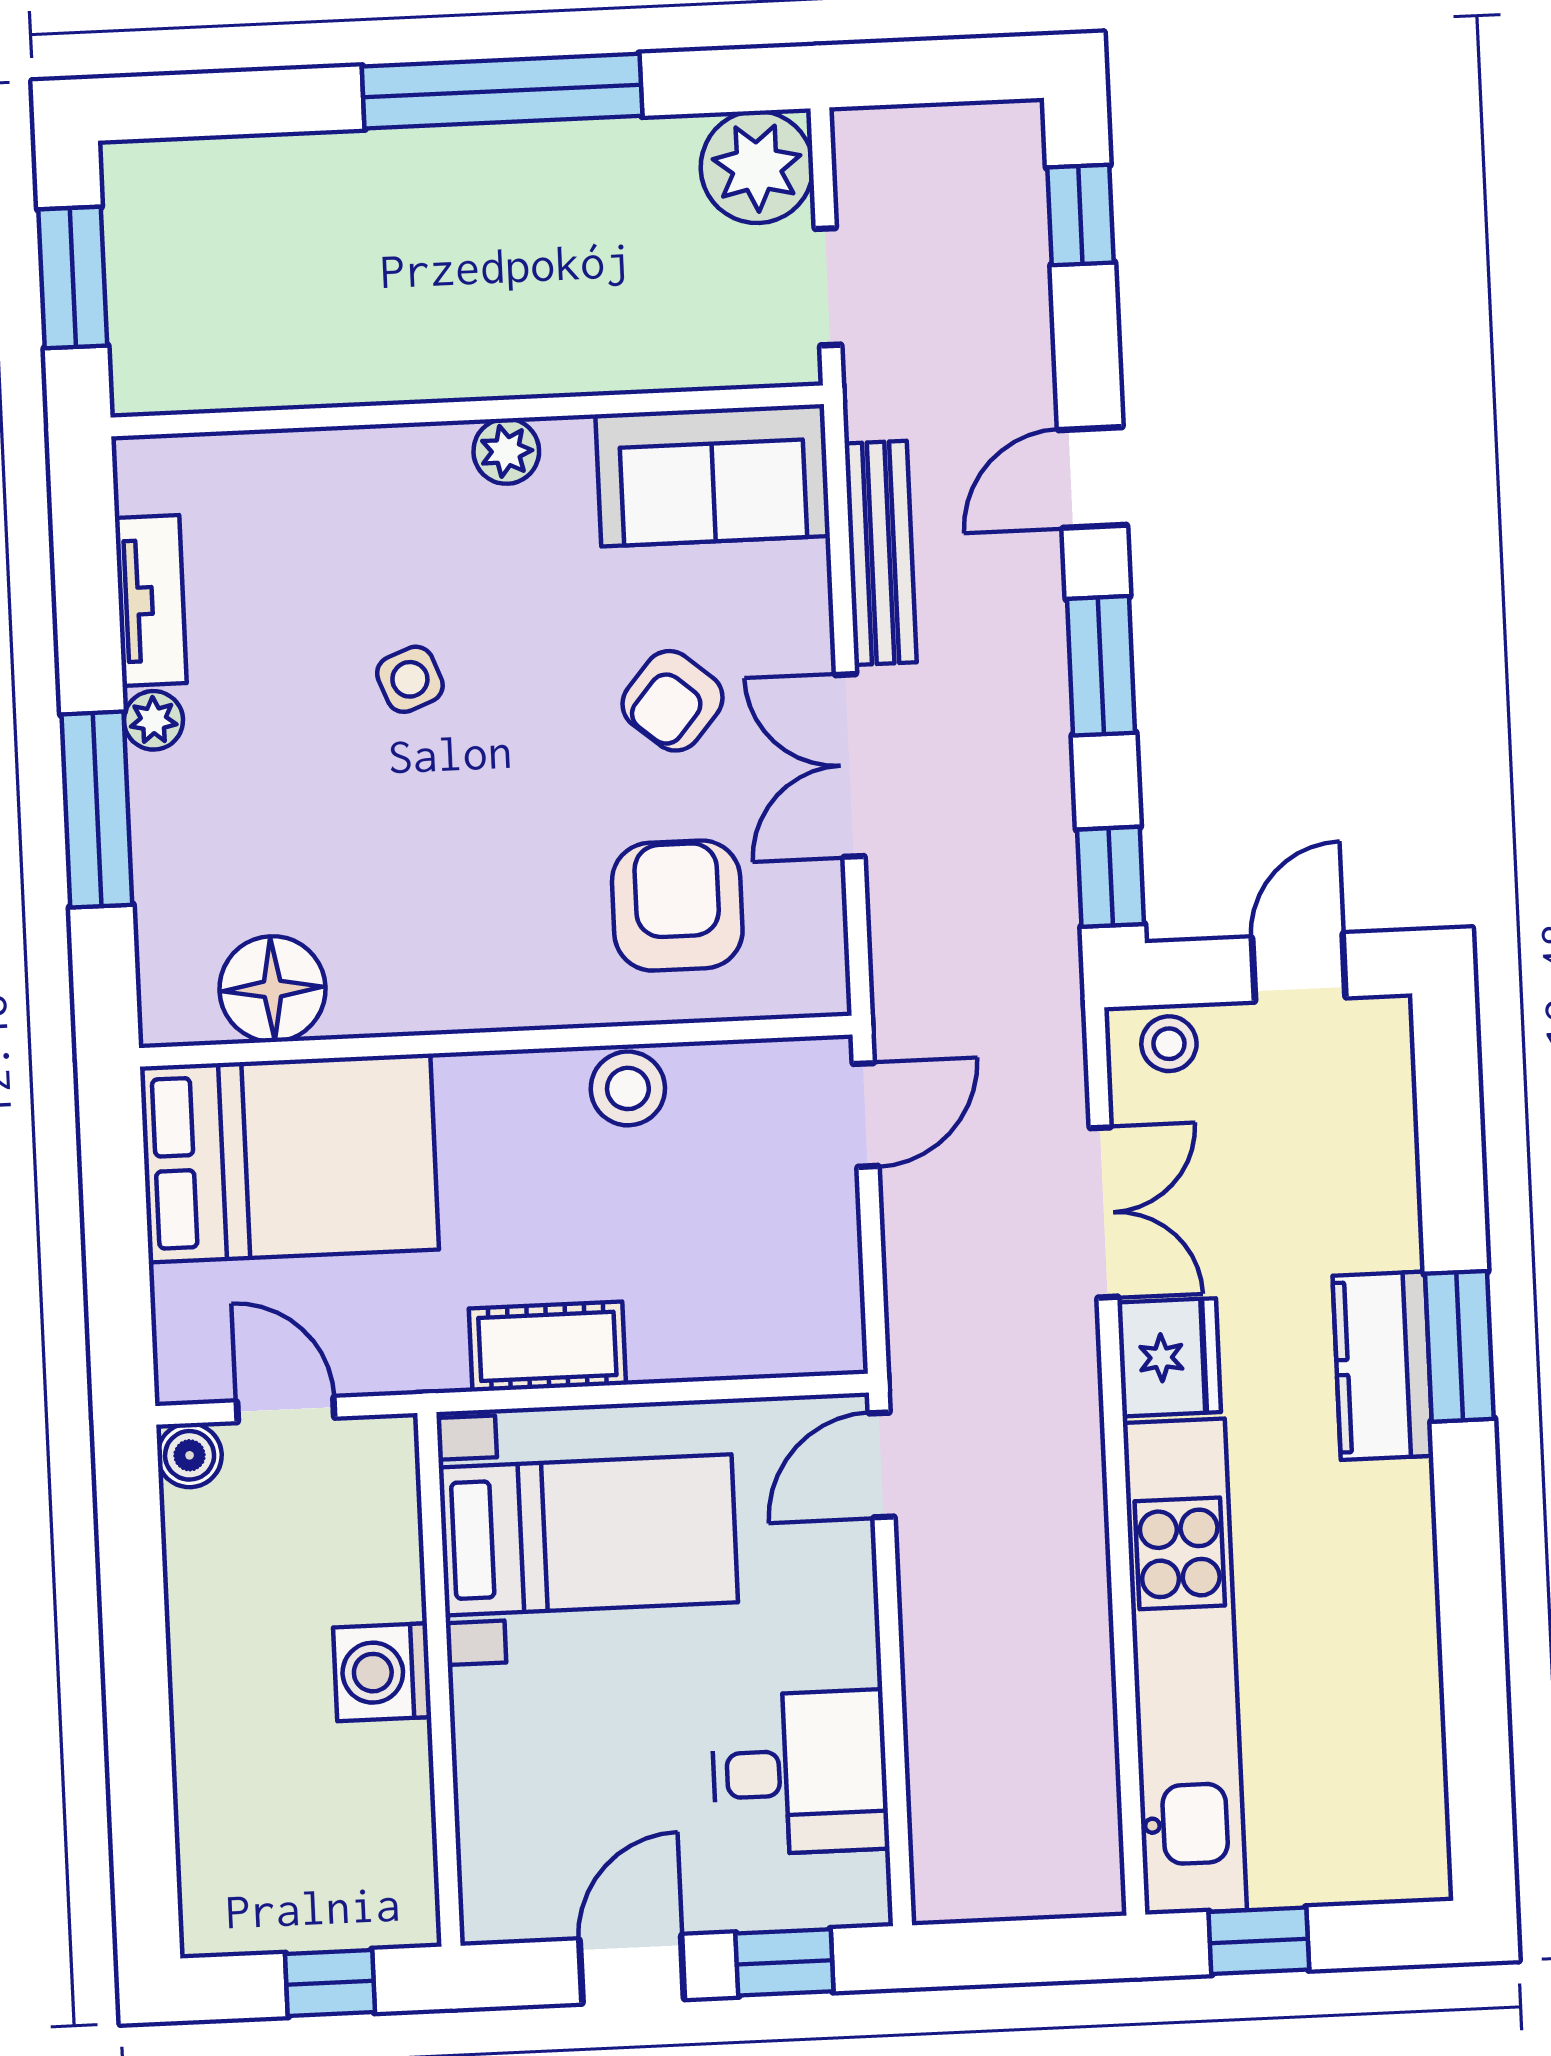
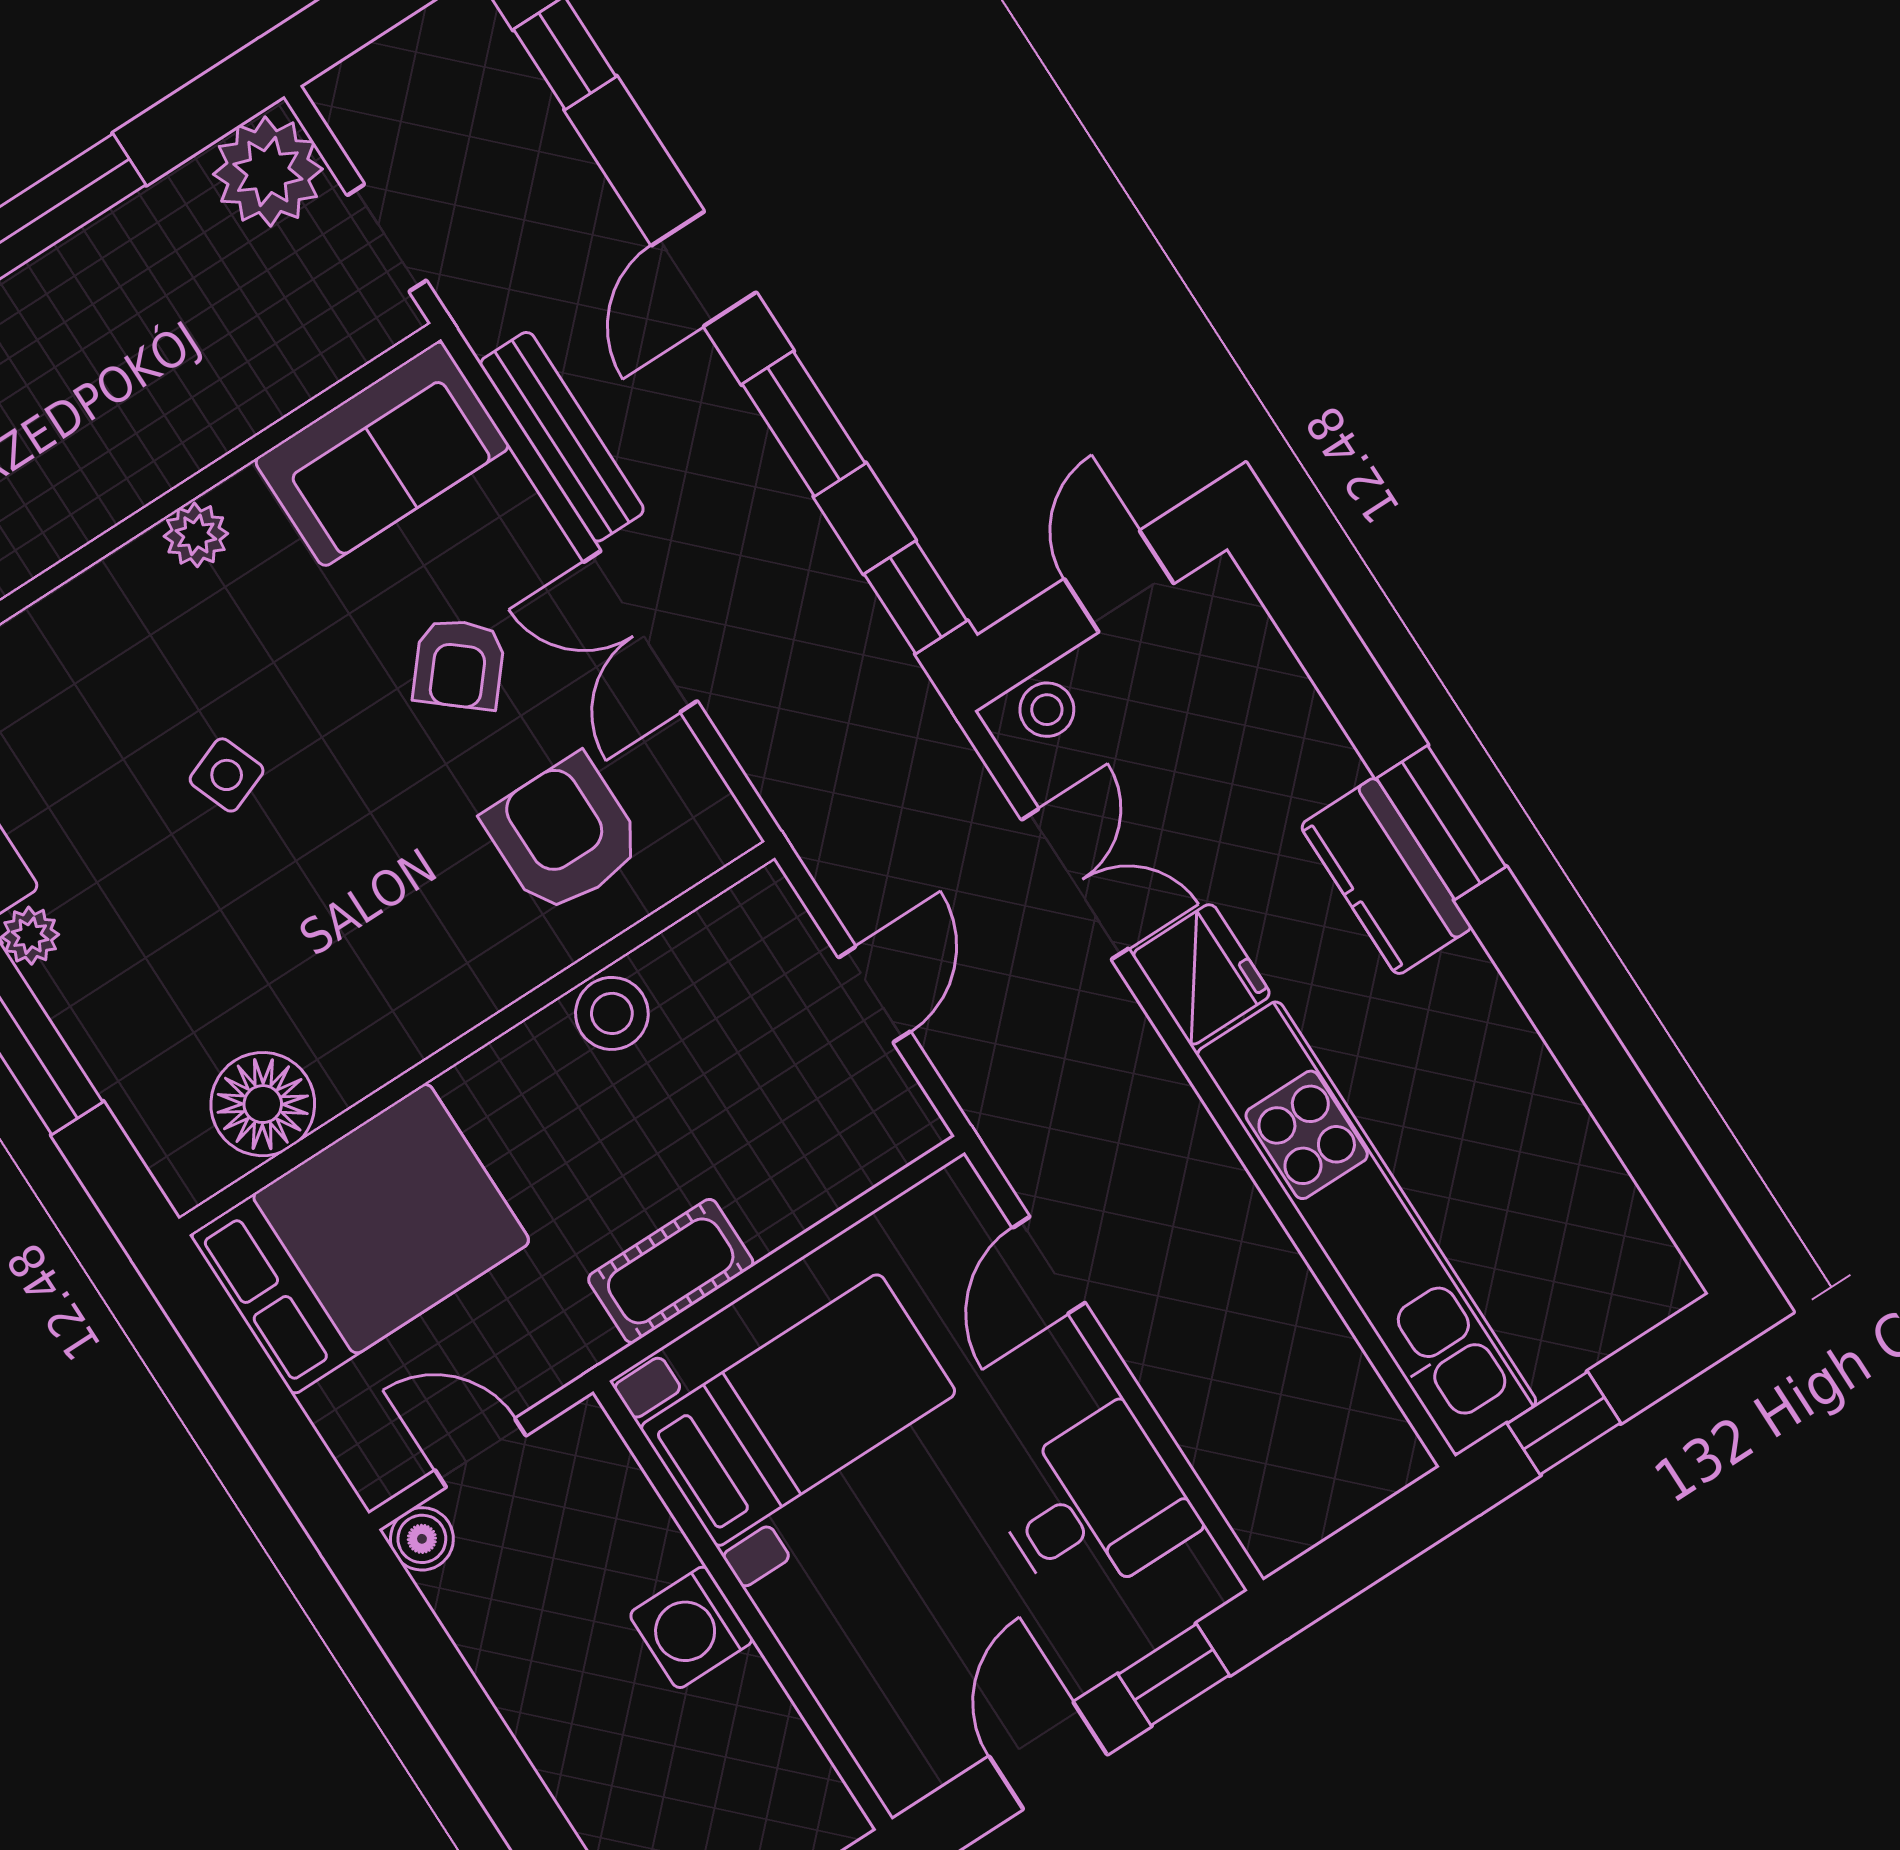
door: (866, 1115) -> (874, 994), moved
door: (882, 1465) -> (1049, 1265), moved

